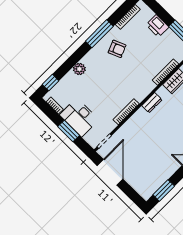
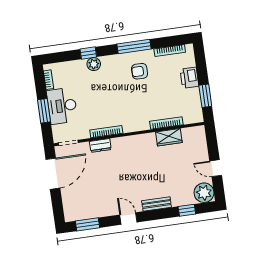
armchair: (117, 49) -> (140, 71), turned 113
window: (51, 83) -> (88, 53), moved
dresser: (152, 103) -> (100, 146), moved

